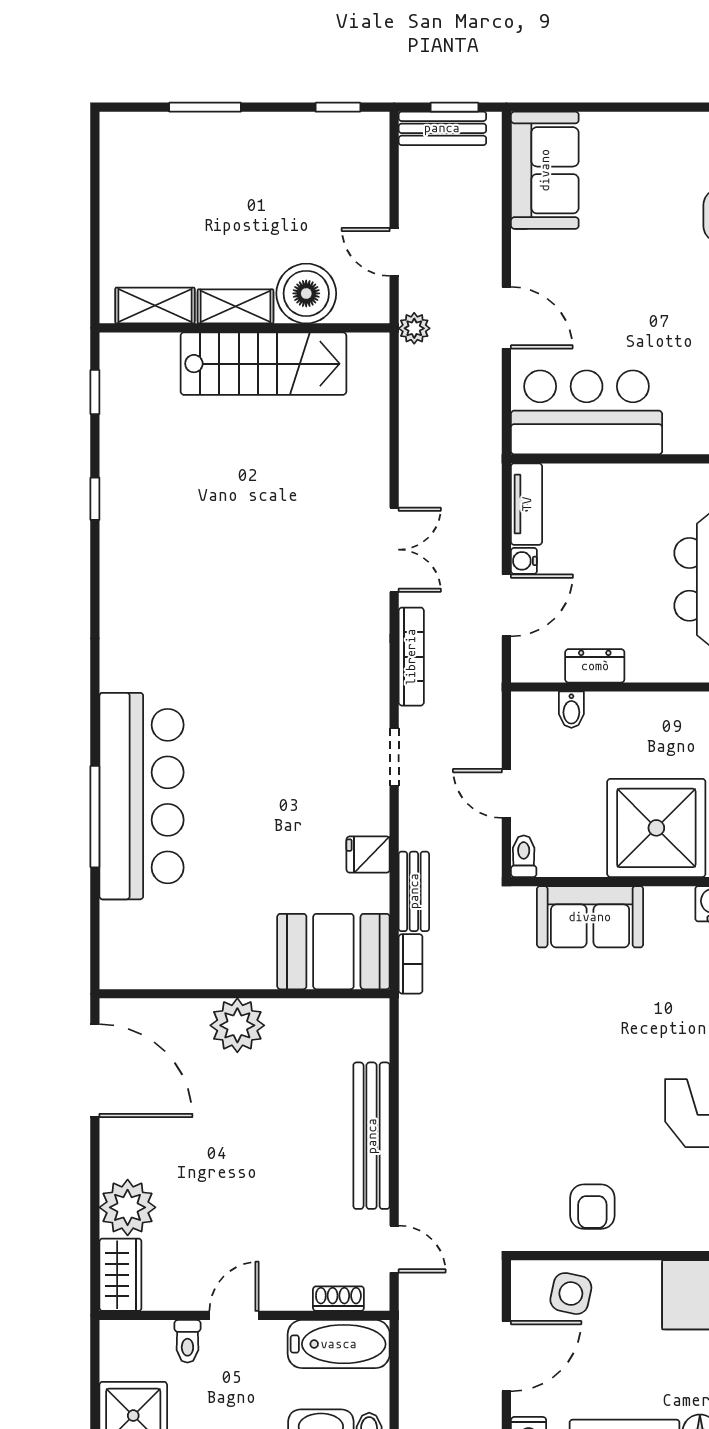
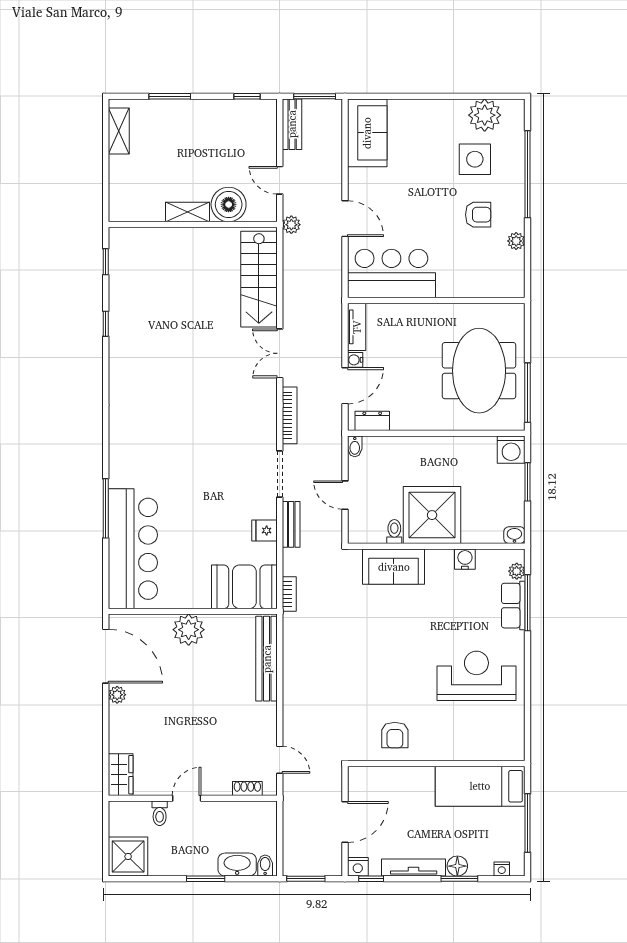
window: (454, 107) -> (315, 96), width x1.50
bench: (442, 128) -> (292, 124), moved, turned 90
shelving: (155, 306) -> (119, 131), moved, turned 90
stairs: (263, 364) -> (259, 279), moved, turned 90
double door: (394, 550) -> (280, 353), swing flipped
dresser: (595, 666) -> (372, 421), moved
bidet: (571, 710) -> (355, 446), moved
doorway: (394, 757) -> (280, 474), width x1.38
bar counter: (142, 796) -> (133, 549), moved
toilet: (524, 856) -> (394, 531), moved
bench: (414, 891) -> (291, 524), moved
bench: (372, 1136) -> (267, 659), moved
plant: (128, 1207) -> (117, 695), moved, width x0.53, depth x0.53
side table: (571, 1294) -> (382, 786), removed
bathtub: (339, 1344) -> (247, 815), removed

